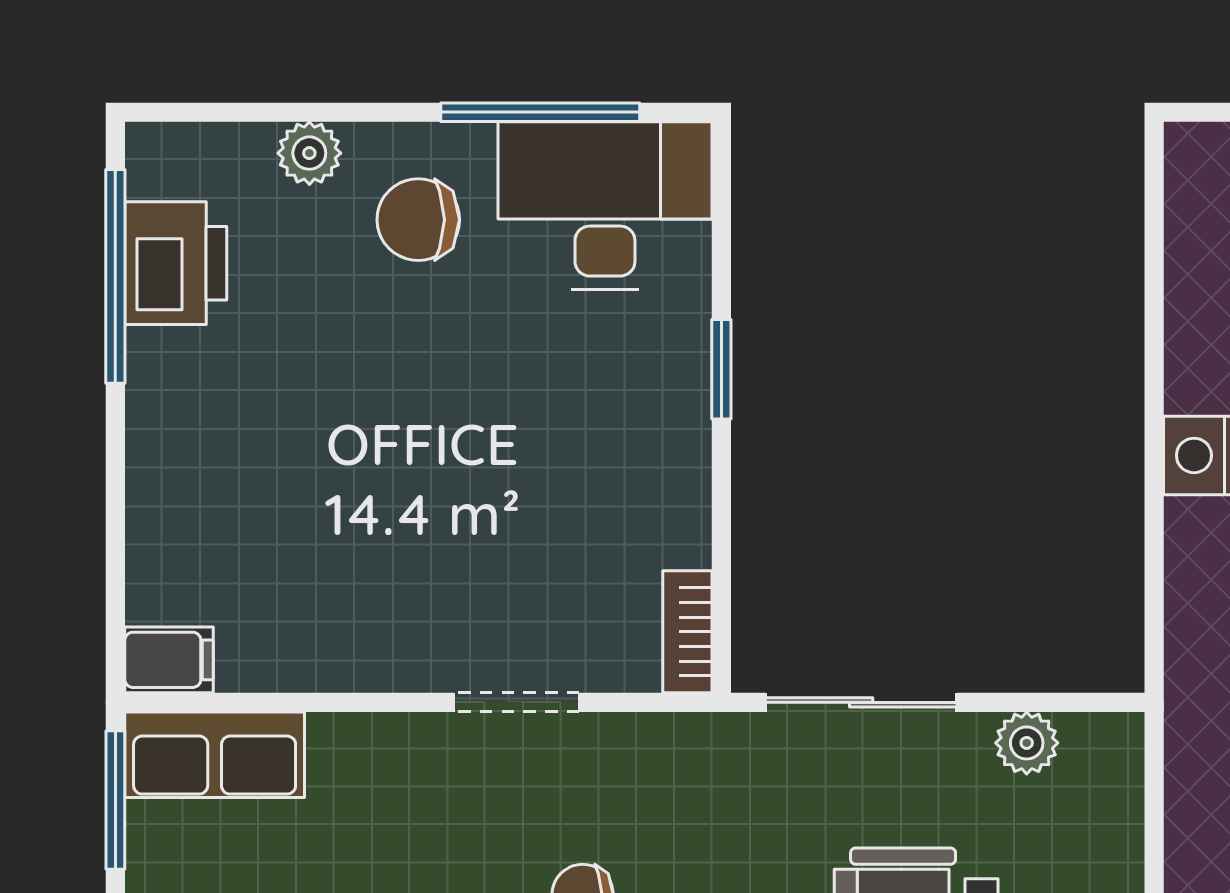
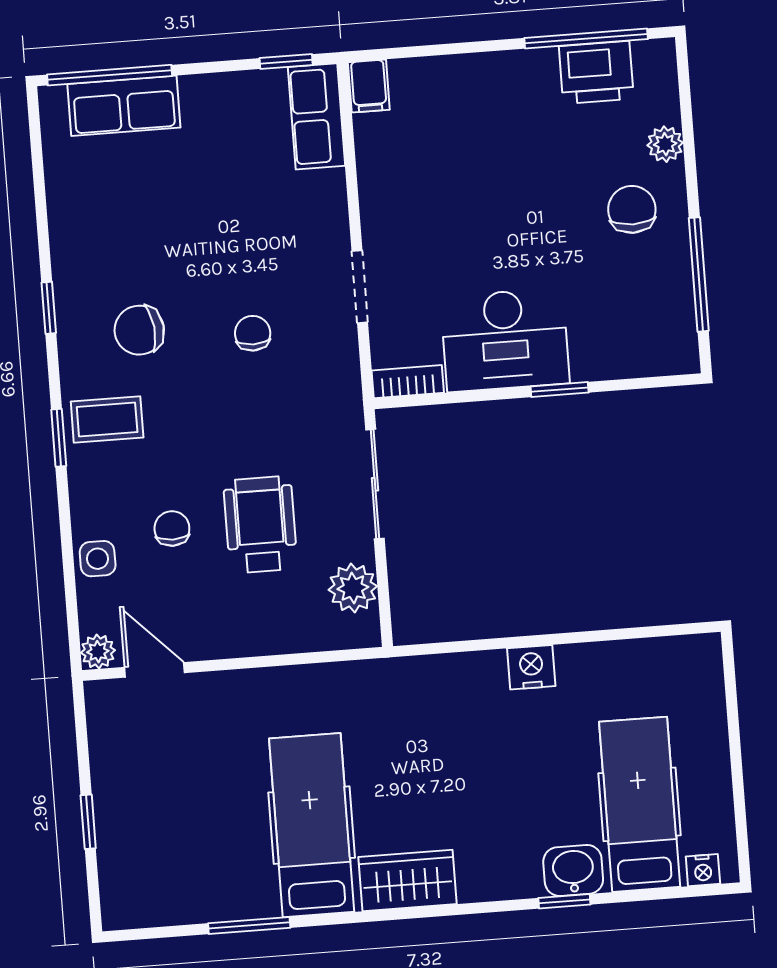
desk: (605, 206) -> (505, 340), moved, turned 90
plant: (1027, 743) -> (353, 588), width x1.38, depth x1.38
window: (115, 800) -> (286, 62), width x0.67

